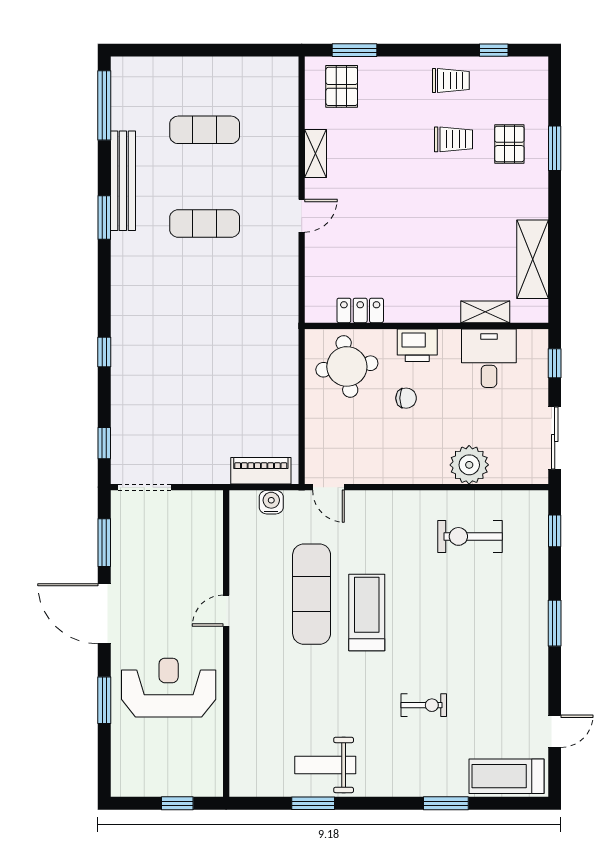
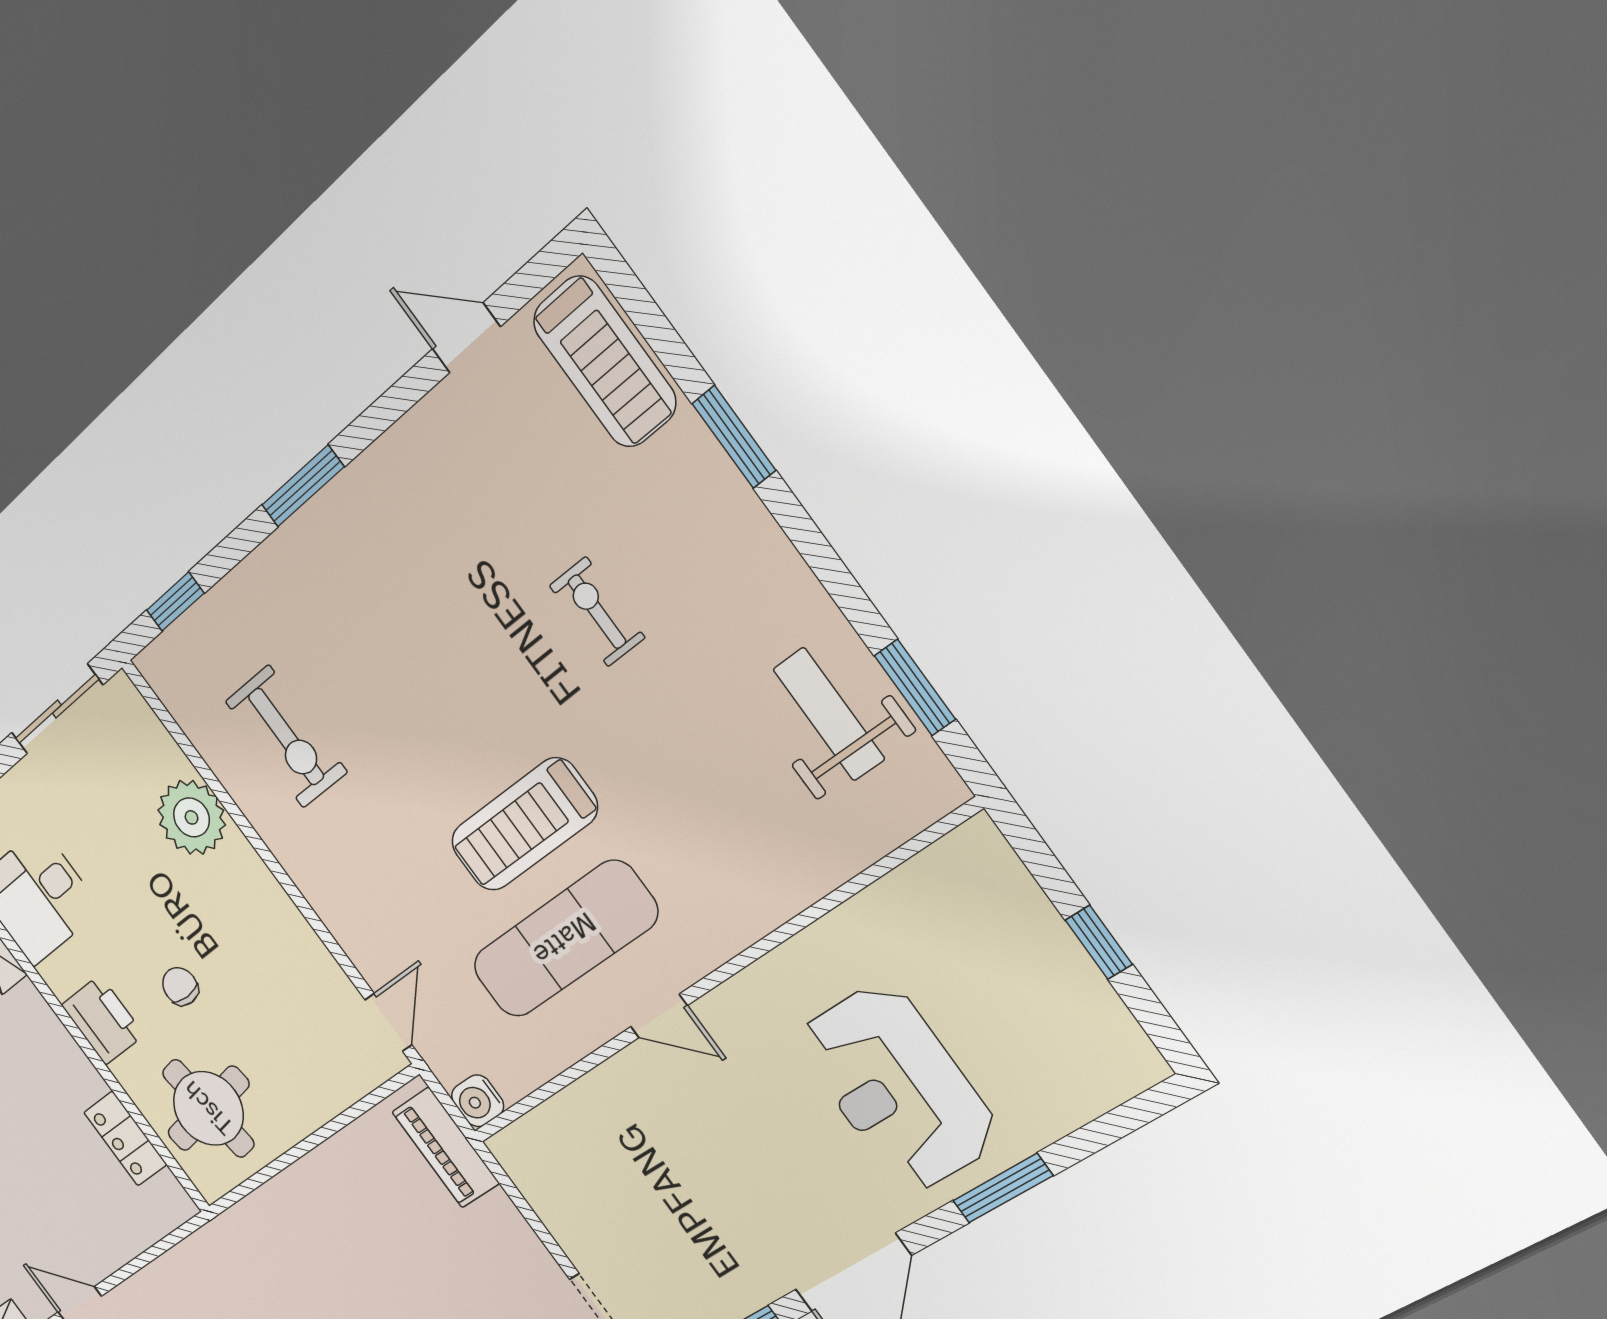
door: (226, 611) -> (659, 1016), moved
wall: (226, 644) -> (712, 981), moved
weight bench: (325, 765) -> (829, 714), turned 180

